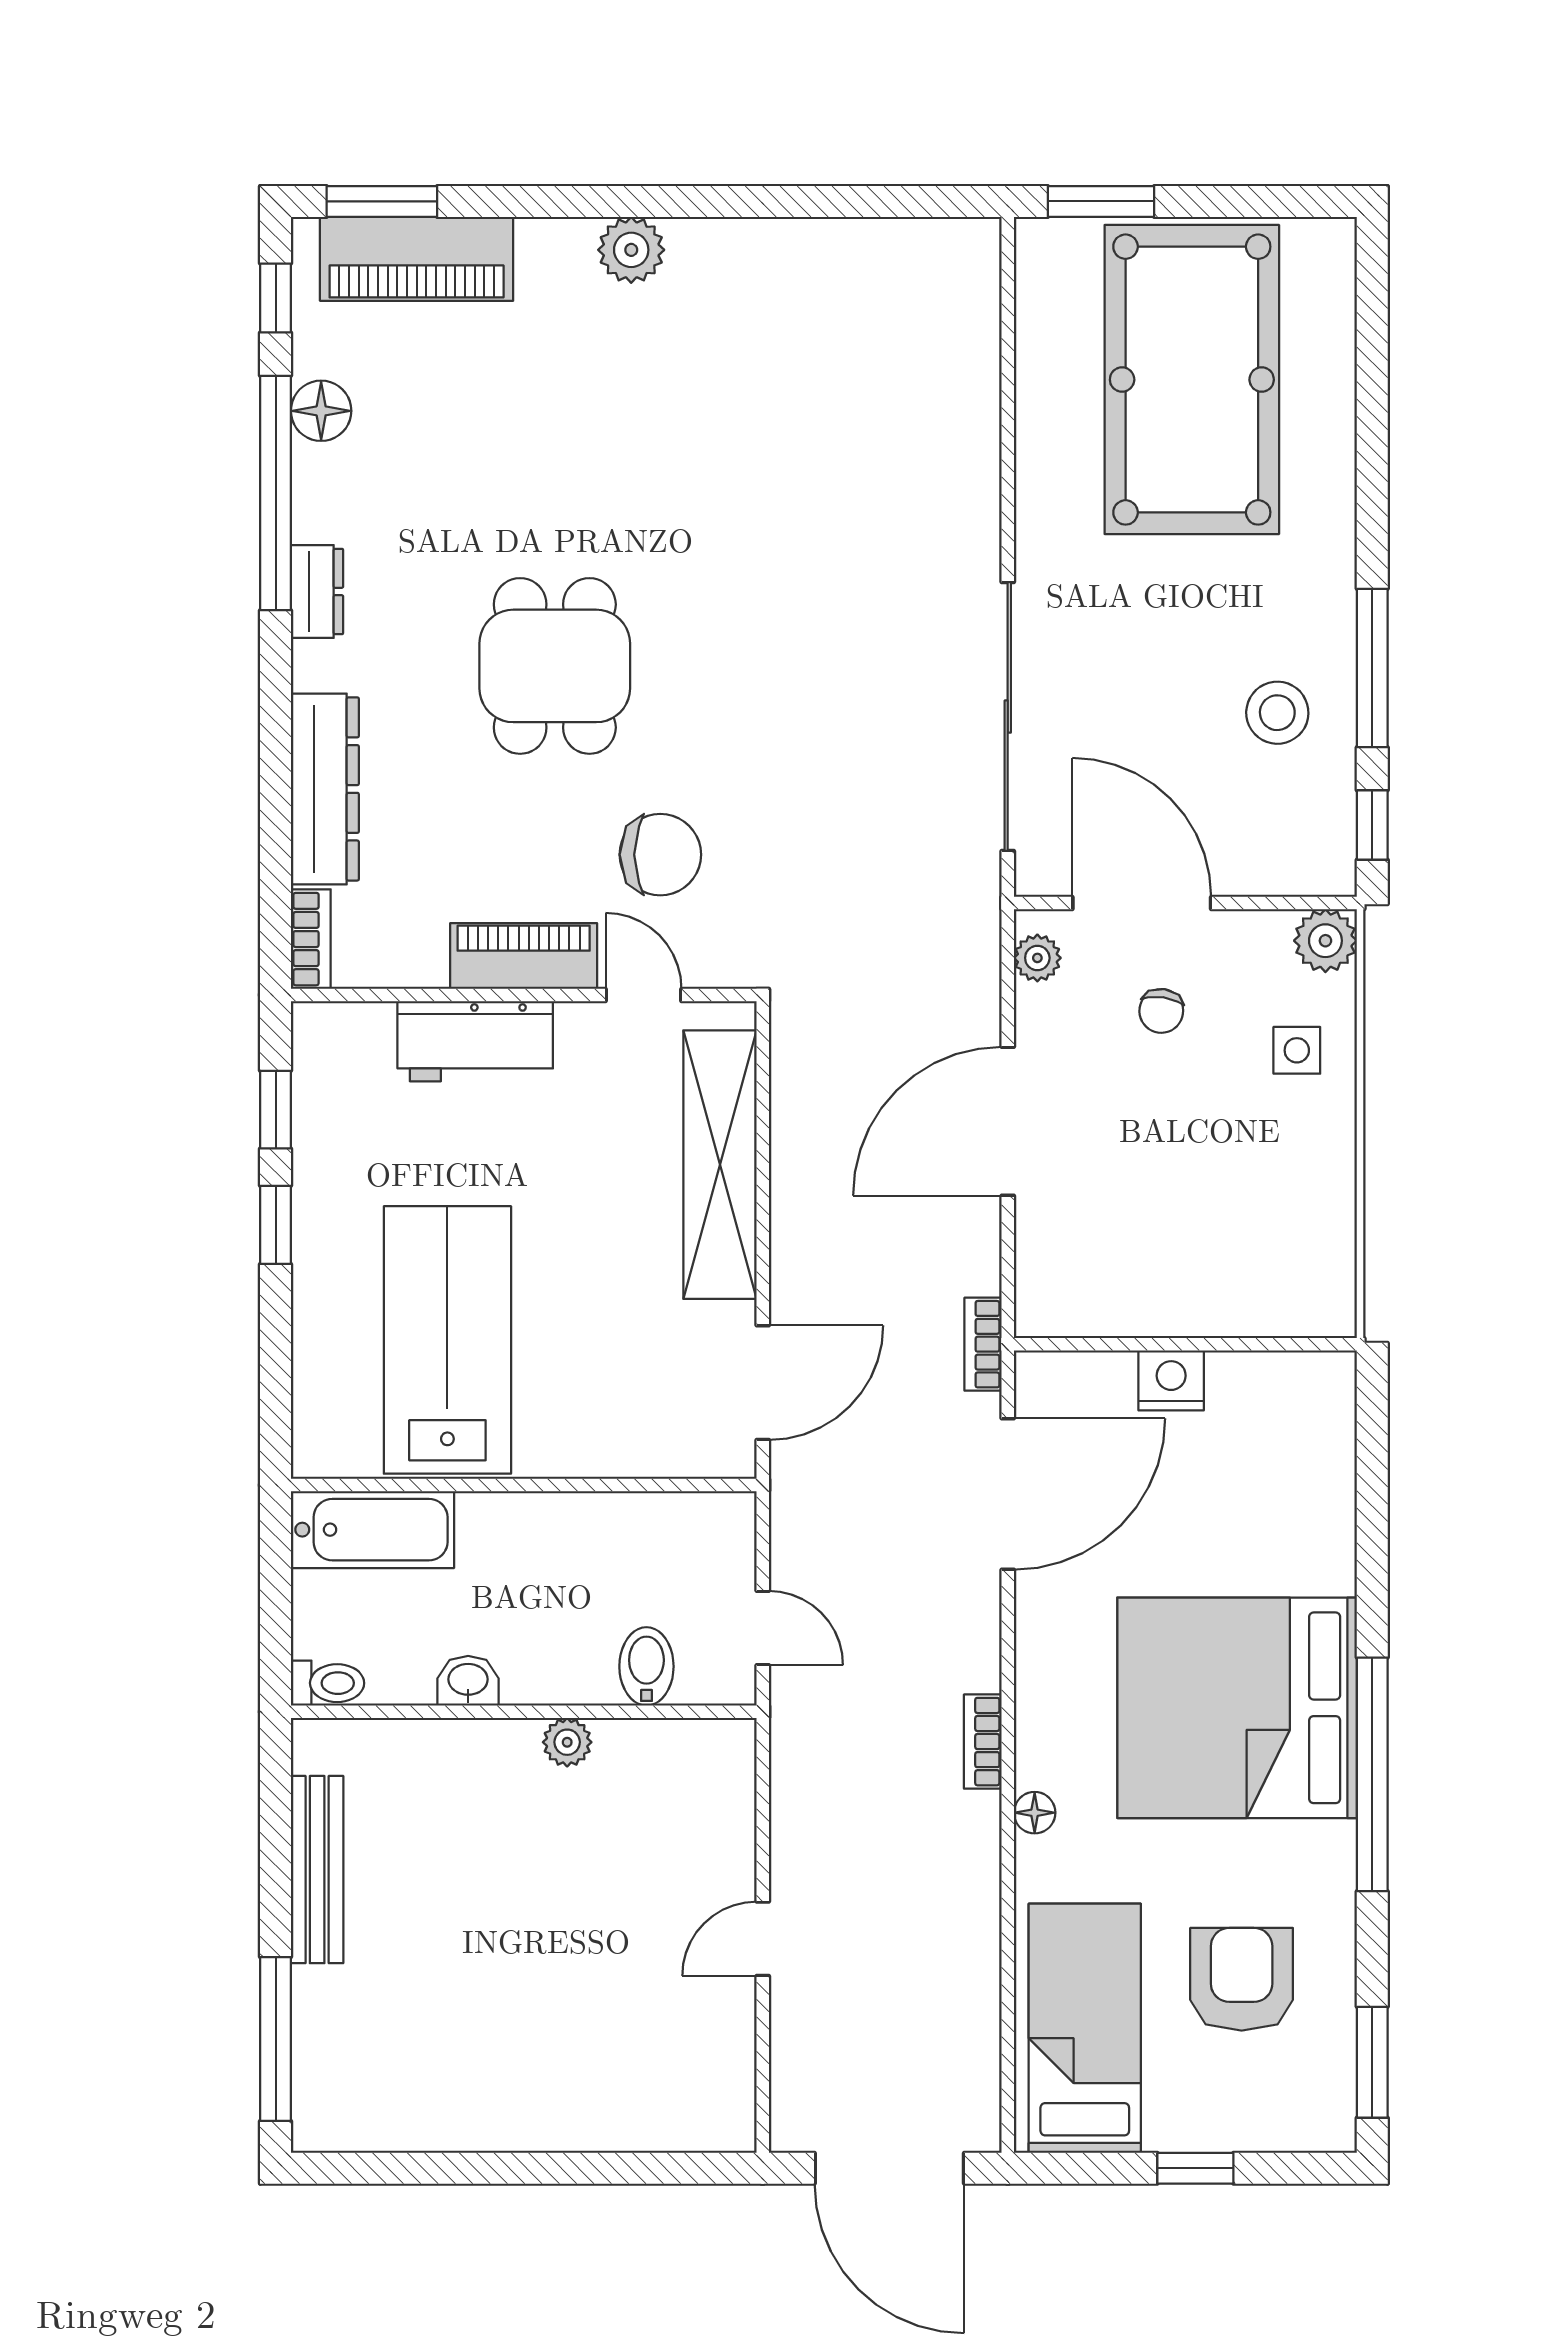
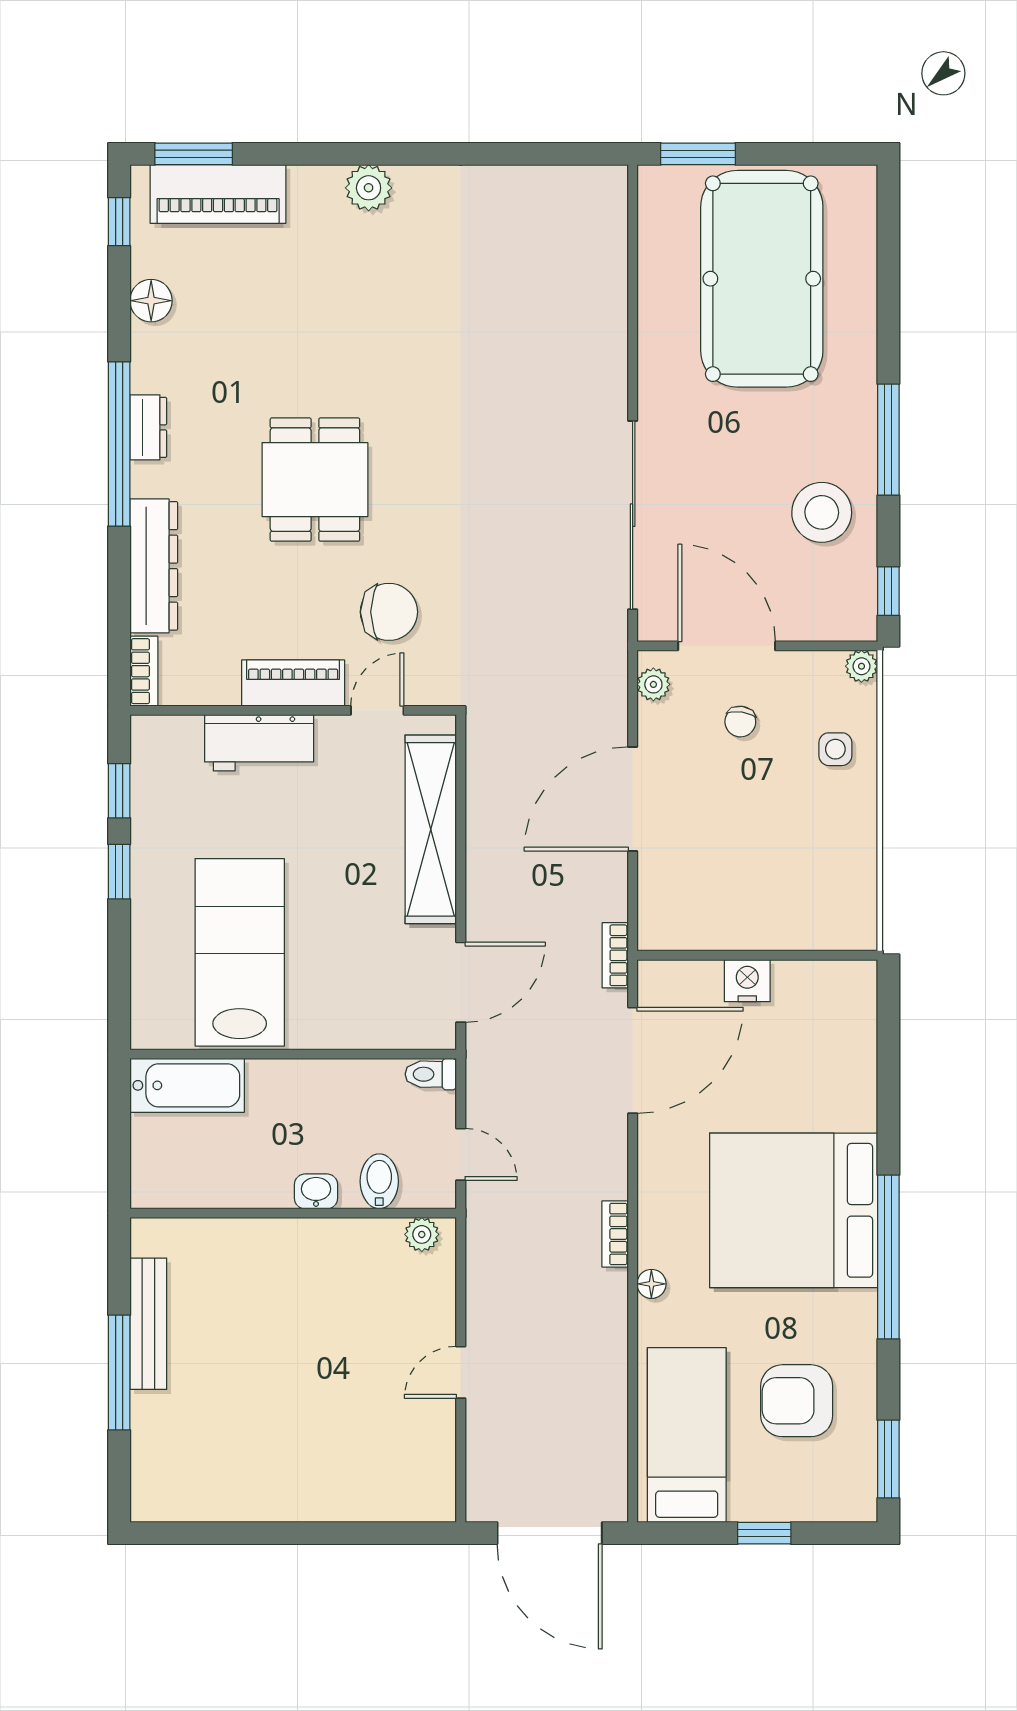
window: (276, 493) -> (119, 444), moved
window: (1372, 668) -> (888, 440), moved
stool: (1277, 713) -> (822, 512), width x1.38, depth x1.38
plant: (1325, 941) -> (861, 666), width x0.73, depth x0.73
door: (644, 995) -> (377, 710), hinge flipped
washbasin: (468, 1681) -> (316, 1191), moved
toilet: (328, 1683) -> (431, 1074), moved, turned 180
plant: (567, 1742) -> (422, 1234), moved
armchair: (1242, 1979) -> (797, 1401), turned -90
window: (276, 2039) -> (119, 1372), moved

